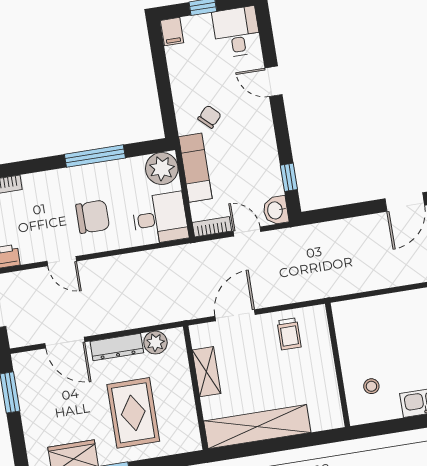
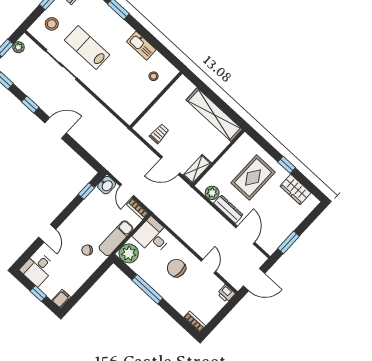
shelving: (207, 372) -> (197, 169), moved

